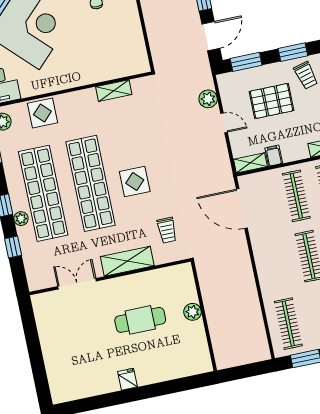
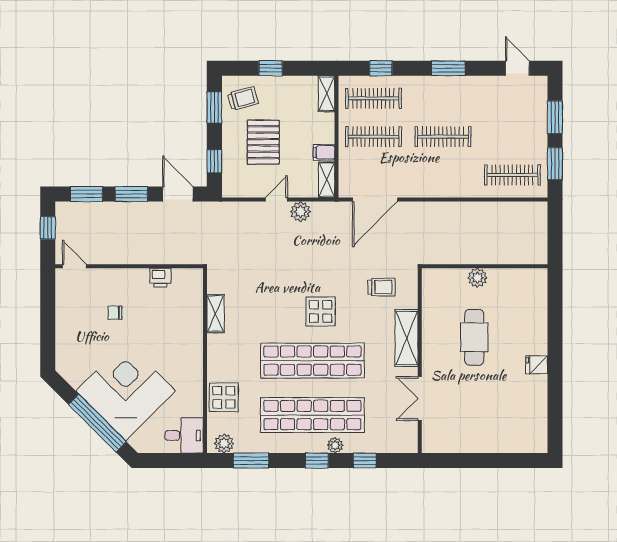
printer: (135, 36) -> (160, 278), added
window: (246, 62) -> (214, 161), width x0.67
plant: (208, 99) -> (300, 212), moved

